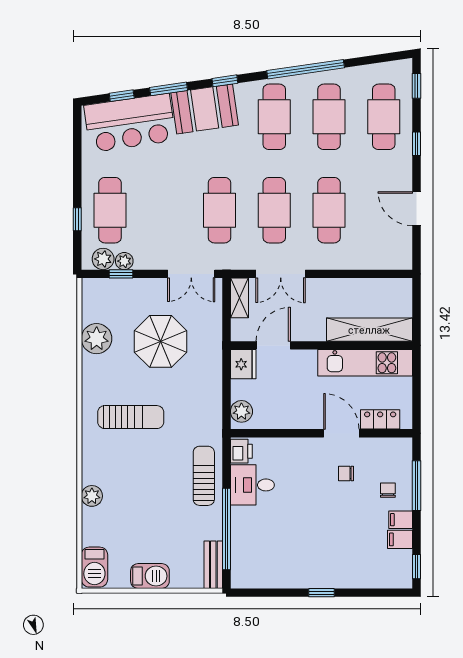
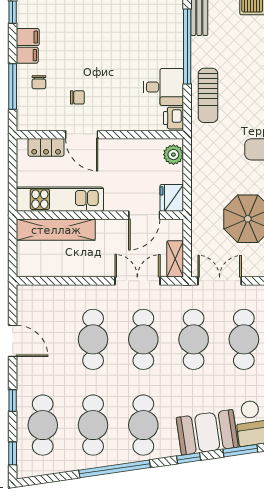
cafe table: (165, 210) -> (244, 339), added

